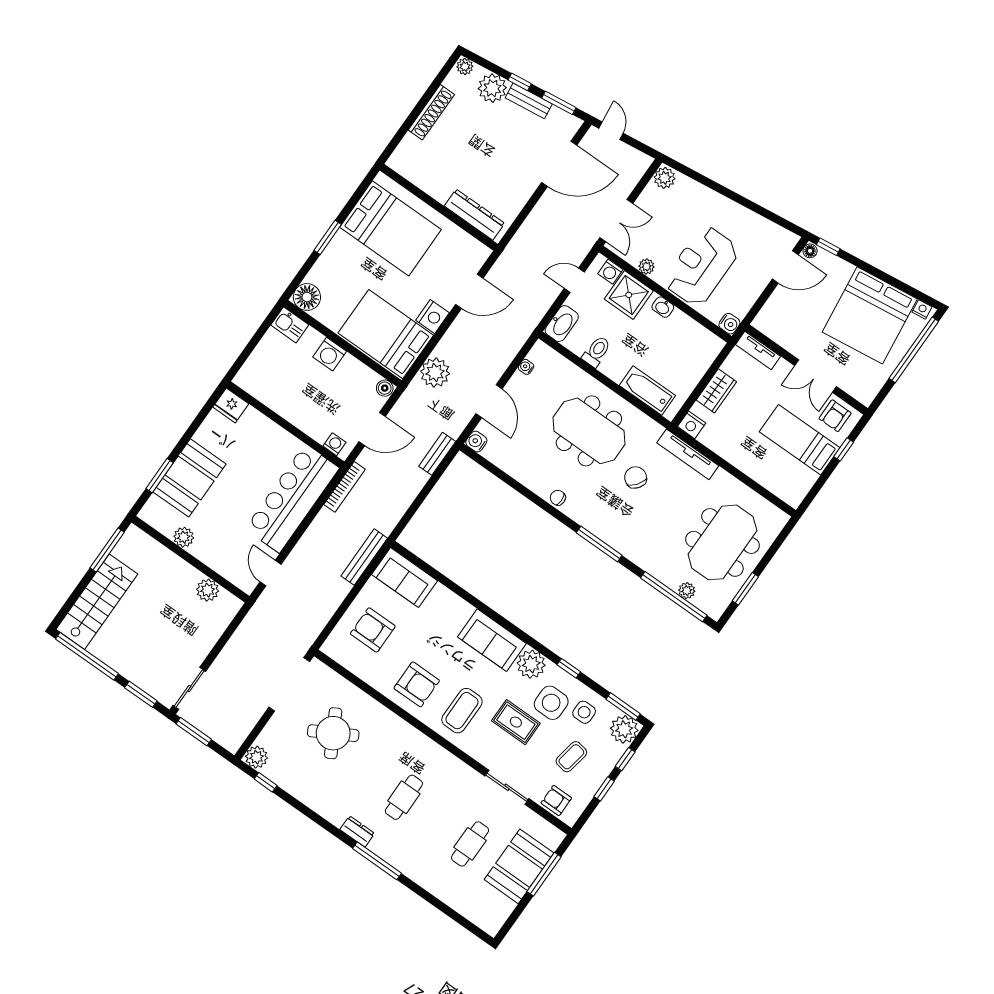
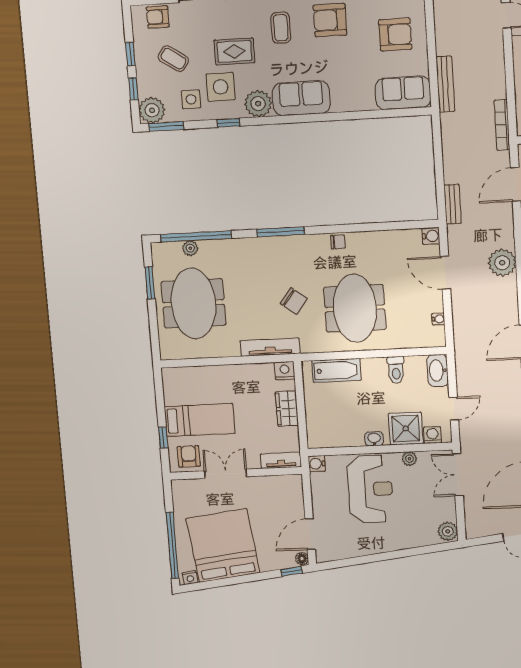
meeting table: (589, 431) -> (355, 308), turned 90
coffee table: (462, 711) -> (281, 28), width x0.73, depth x0.77
coffee table: (571, 757) -> (173, 59), turned -66
armchair: (556, 800) -> (158, 17), turned 180

